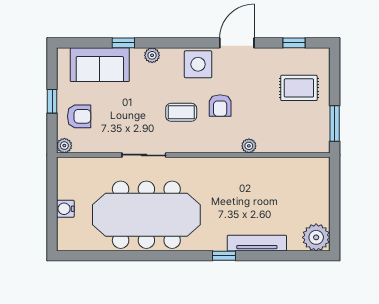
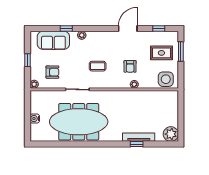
side table: (198, 64) -> (166, 79), moved
armchair: (220, 106) -> (130, 66), moved
armchair: (79, 116) -> (52, 72), moved
window: (335, 124) -> (181, 52), moved
window: (224, 256) -> (137, 144), moved

